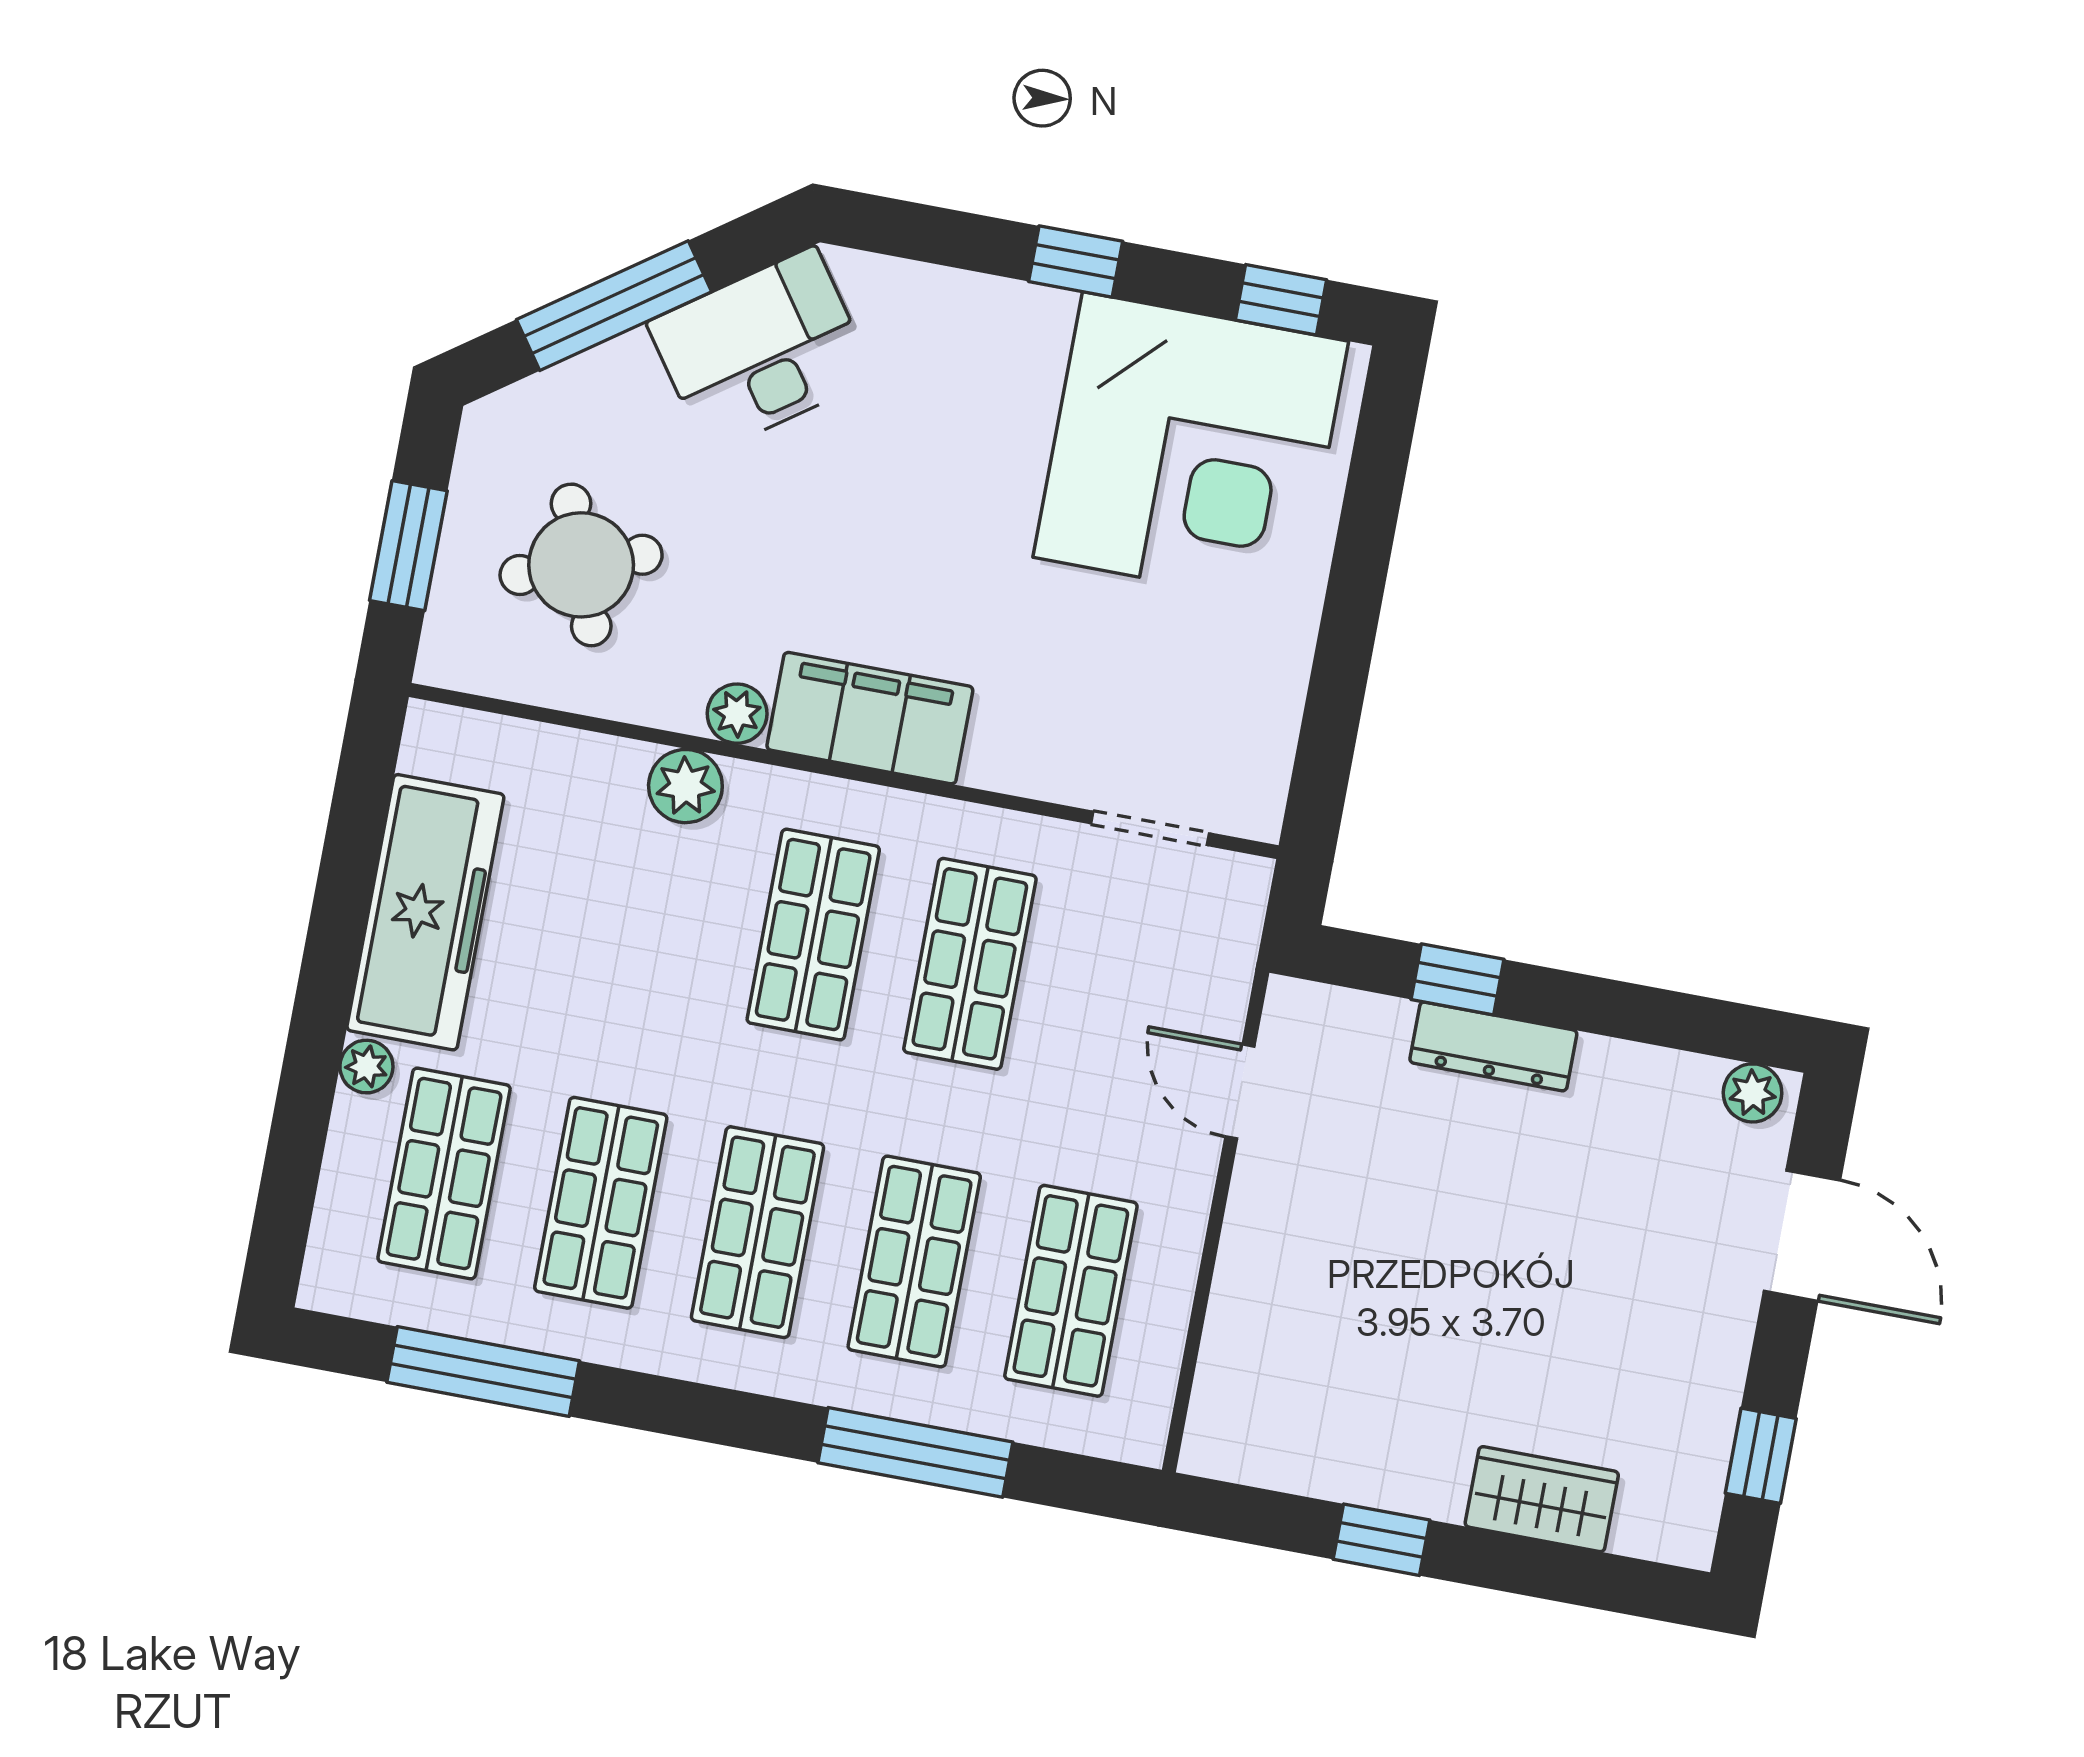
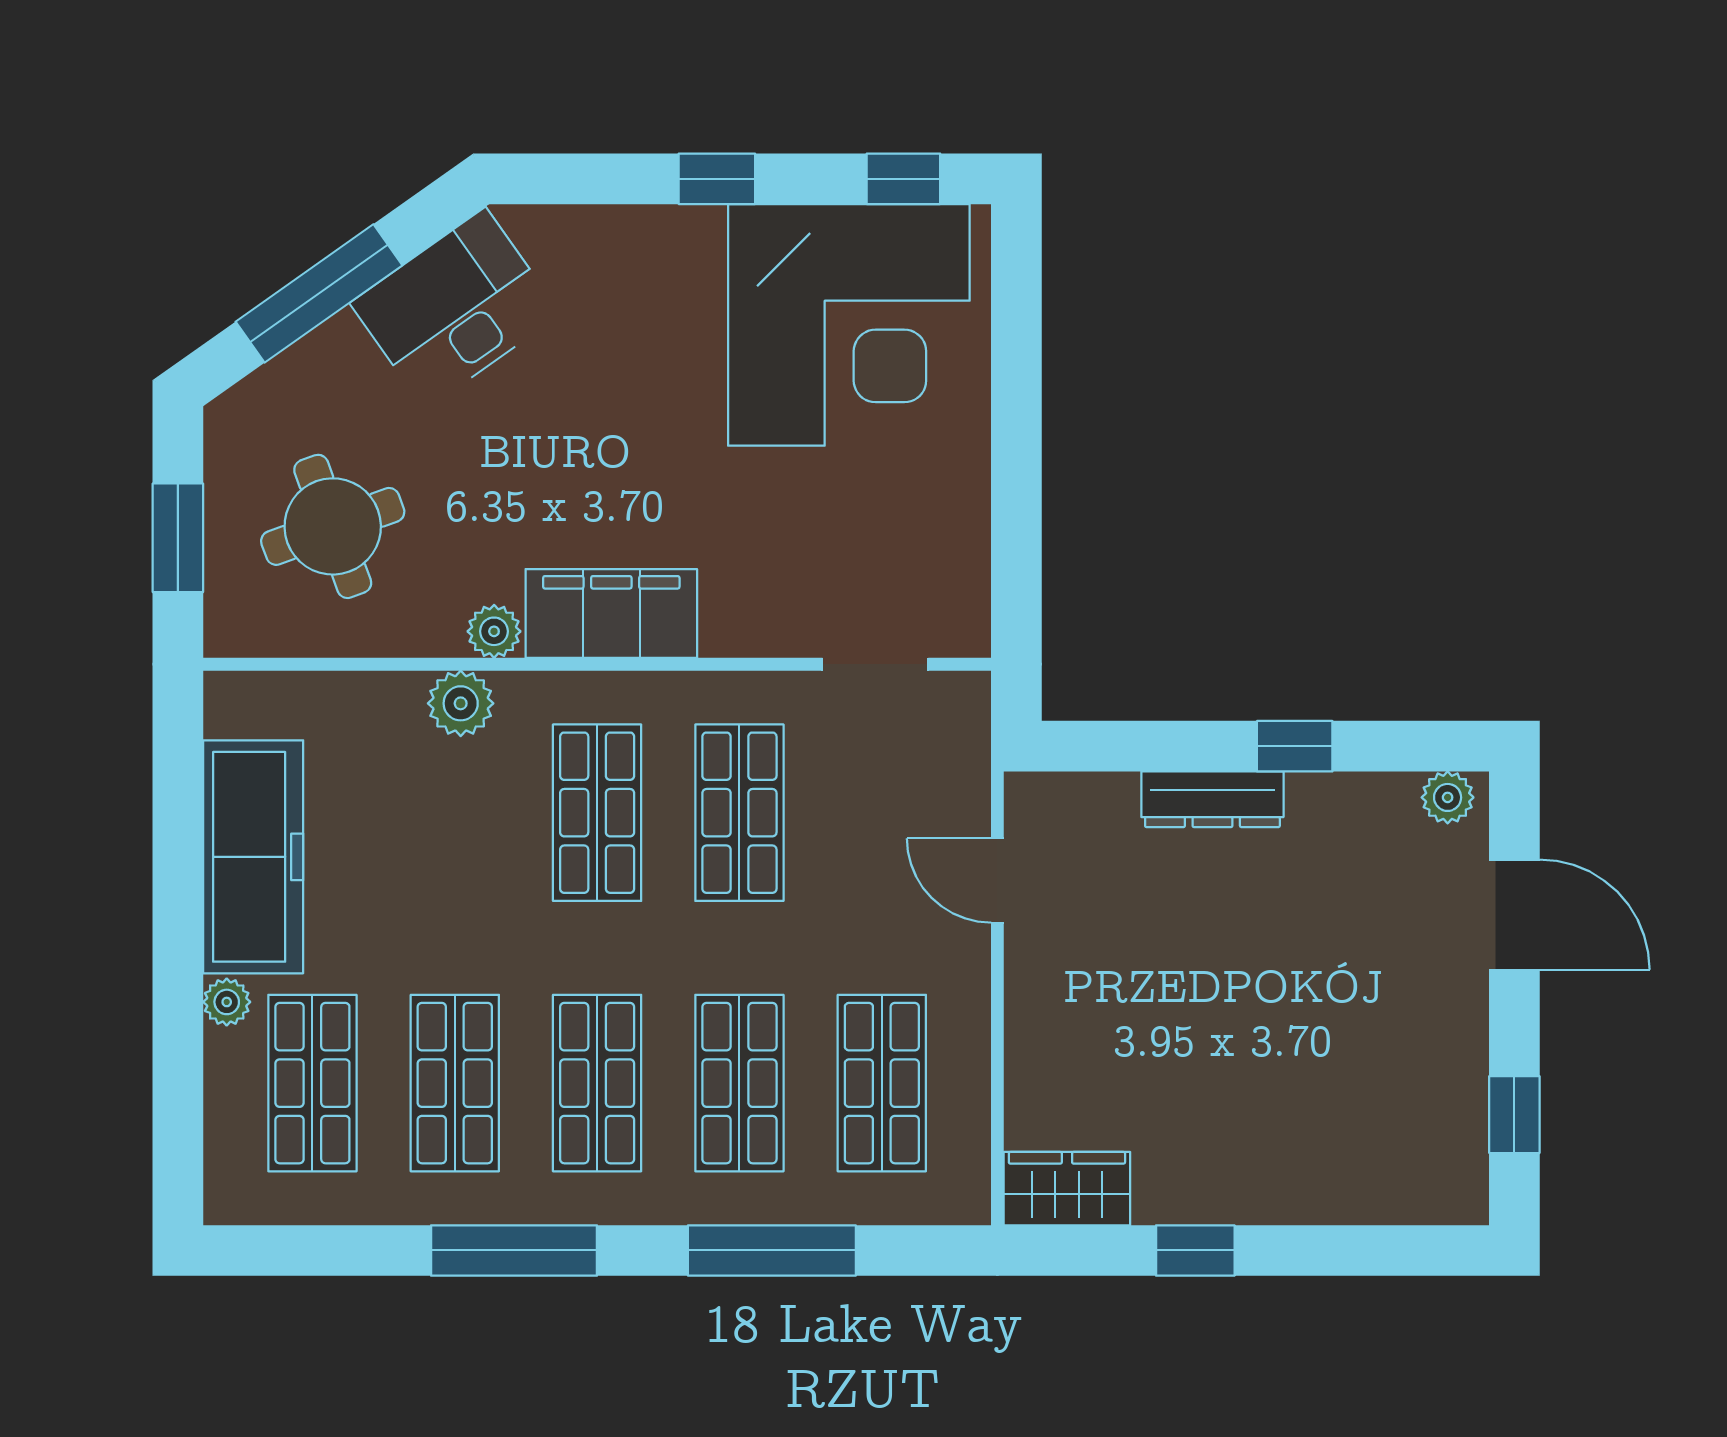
window: (1457, 979) -> (1295, 746), moved
window: (483, 1372) -> (514, 1250), moved
wardrobe: (1542, 1499) -> (1067, 1189), moved

